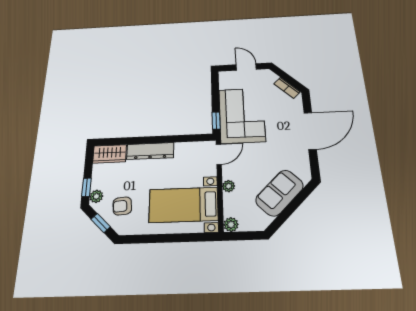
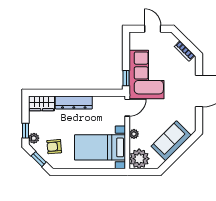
plant: (231, 225) -> (139, 159), width x1.88, depth x1.88

